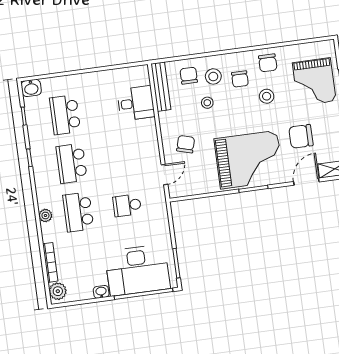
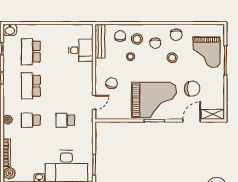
chair: (301, 136) -> (192, 89), turned 180
school desk: (78, 212) -> (31, 120), width x0.54

